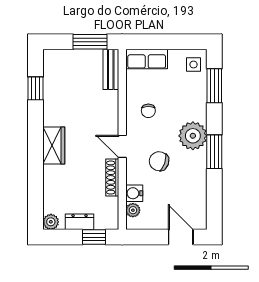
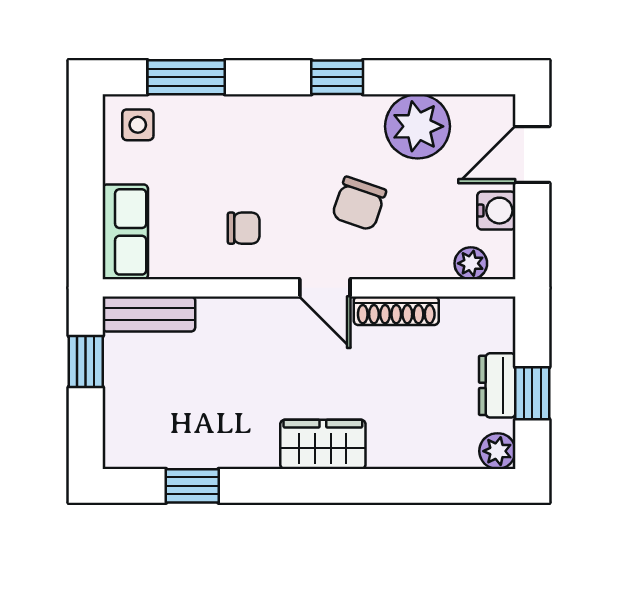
window: (90, 42) -> (86, 362), width x0.67
plant: (193, 136) -> (418, 126), moved
door: (122, 146) -> (325, 288), hinge flipped
window: (214, 152) -> (337, 77), width x0.67
water cooler: (134, 193) -> (496, 211), moved, turned -90
window: (94, 237) -> (532, 393), moved

